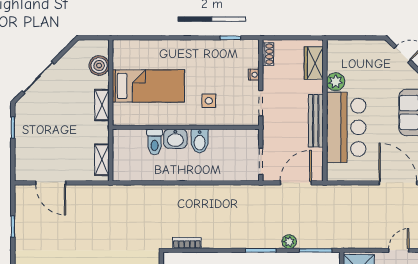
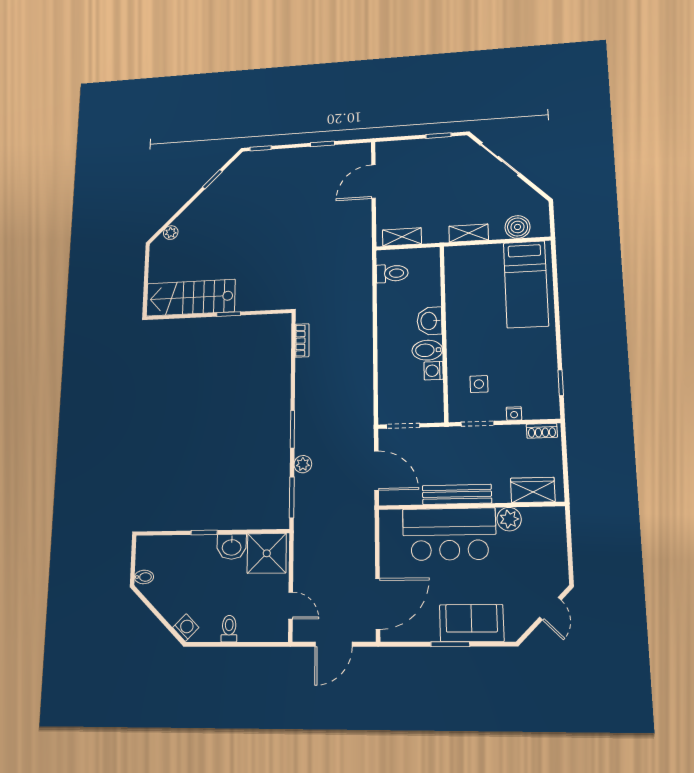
bed: (148, 86) -> (526, 284), moved
side table: (209, 101) -> (479, 384), moved
washing machine: (217, 136) -> (434, 371), added
toilet: (155, 142) -> (392, 273), moved, turned 180

